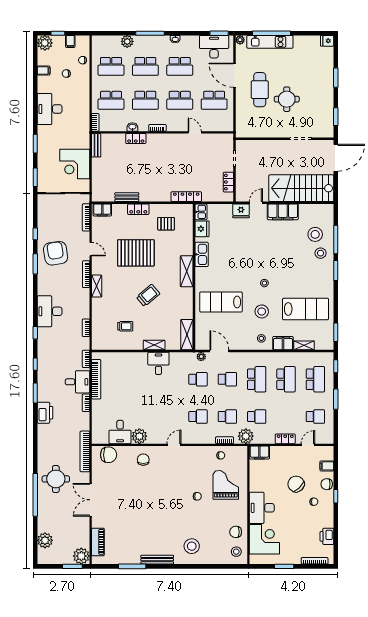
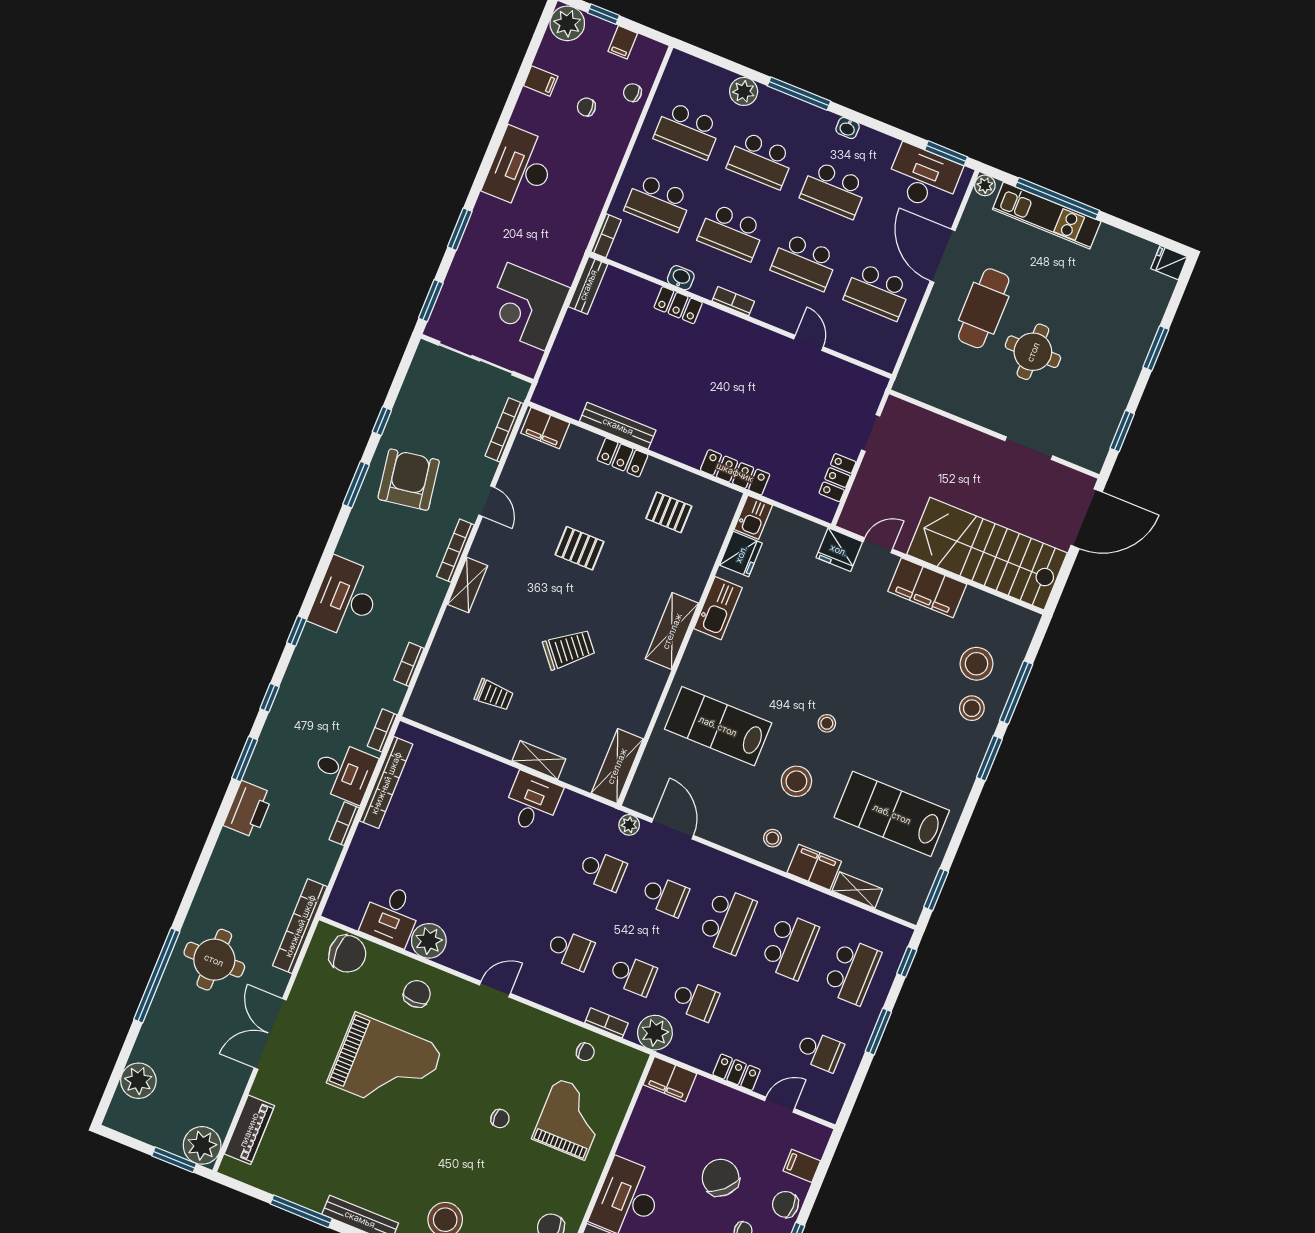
bench: (127, 197) -> (618, 426), width x1.36
pallet: (136, 253) -> (580, 548), width x0.49, depth x0.50
lab bench: (306, 309) -> (892, 814), turned 180
grand piano: (142, 494) -> (385, 1065), added

